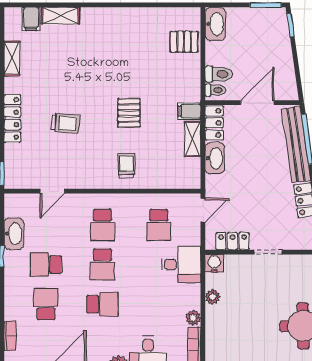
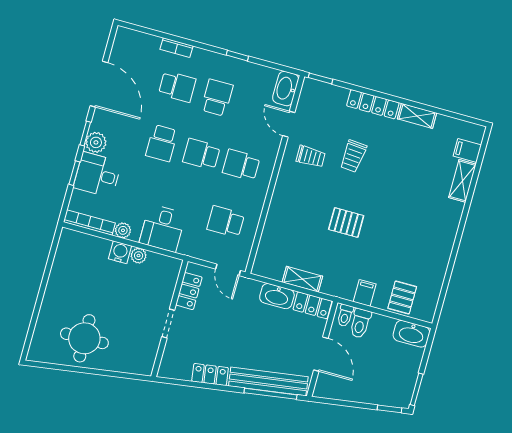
shelving: (12, 58) -> (417, 116), moved
filing cabinet: (189, 111) -> (365, 293), moved
trolley: (126, 166) -> (311, 157), moved
washbasin: (14, 234) -> (286, 89), moved, turned 90
water cooler: (214, 263) -> (120, 252), moved, turned -90
desk: (181, 264) -> (163, 228), moved
bookcase: (10, 336) -> (177, 48), moved

